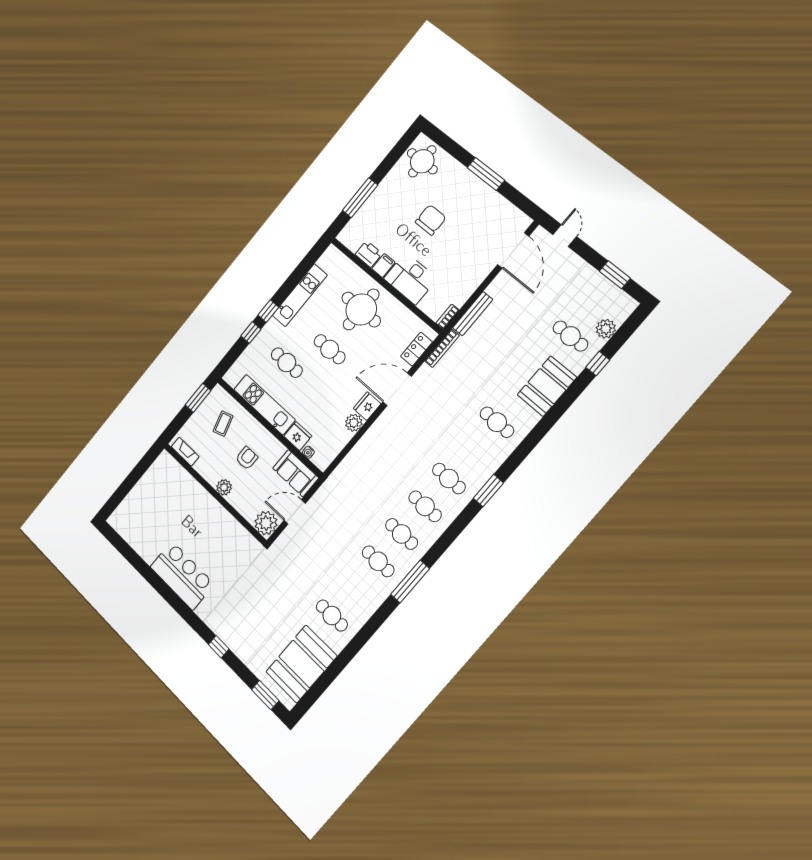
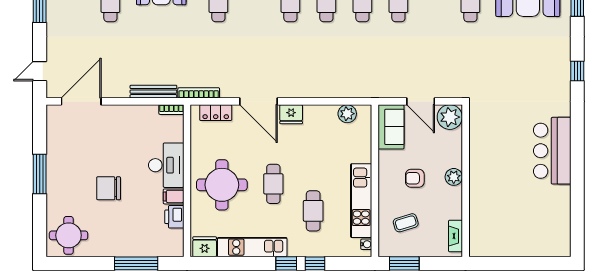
plant: (354, 423) -> (347, 114), moved
fridge: (298, 436) -> (205, 247), moved, turned 90
water cooler: (308, 452) -> (366, 244), moved

